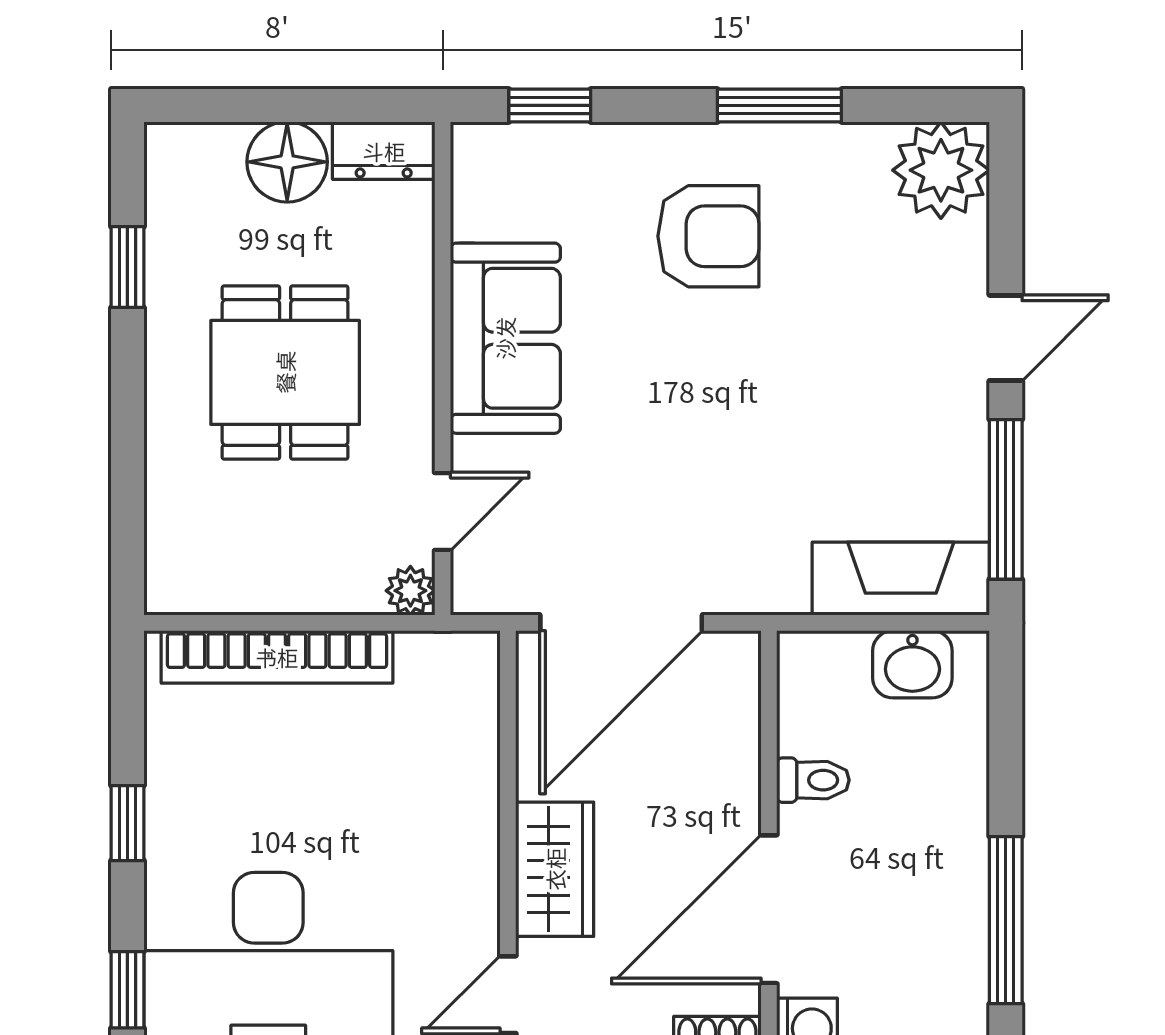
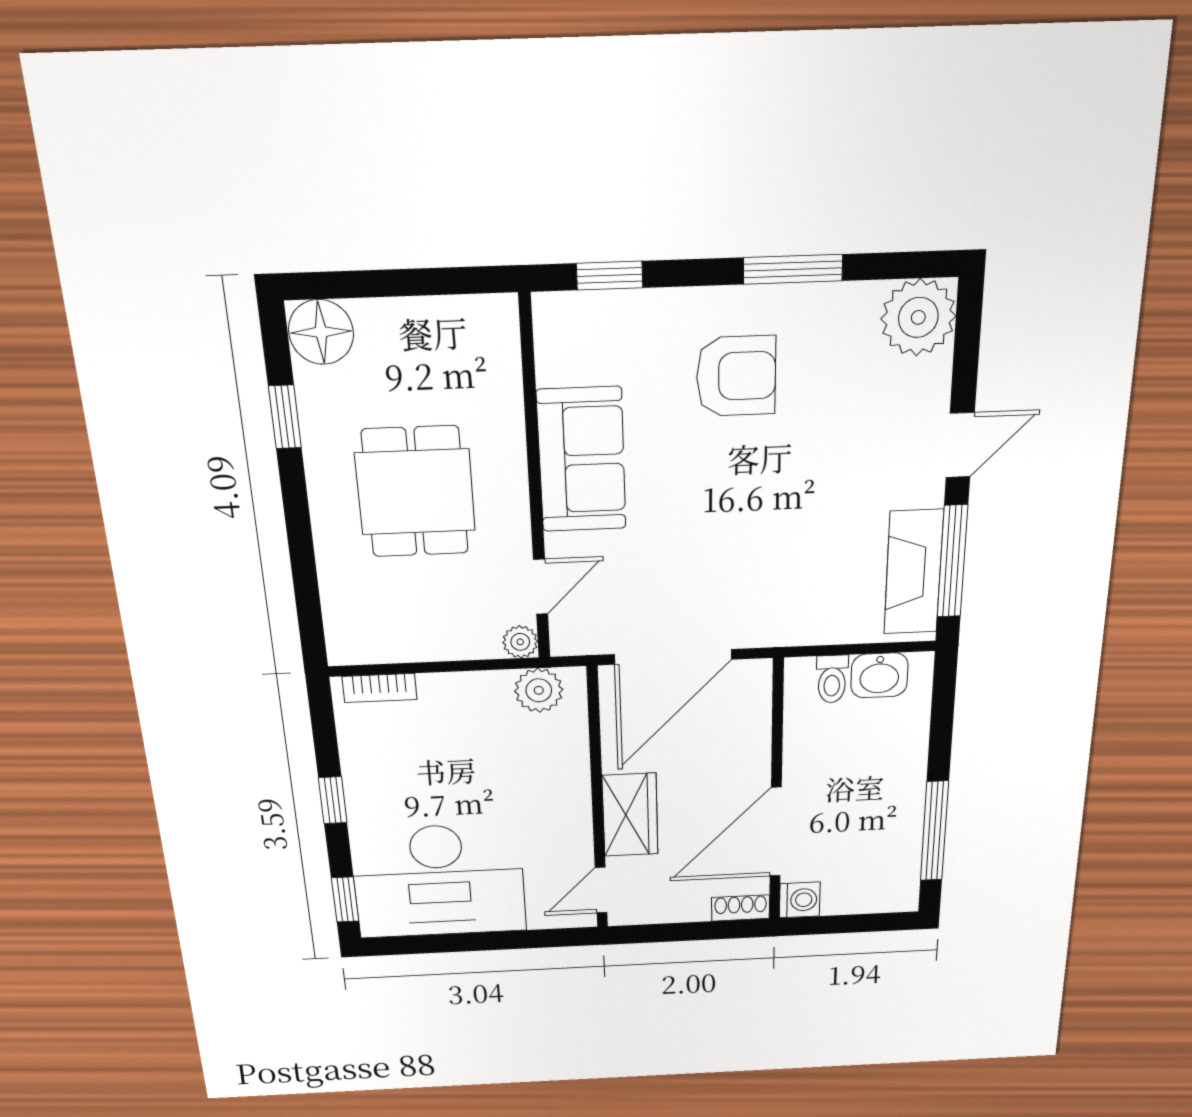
dresser: (384, 151) -> (479, 317), removed
floor lamp: (287, 162) -> (321, 332), moved
fireplace: (901, 579) -> (914, 572), moved, turned -90
bookcase: (277, 657) -> (380, 688), width x0.43, depth x0.76
plant: (432, 665) -> (539, 690), added
toilet: (813, 780) -> (832, 679), moved, turned 90

